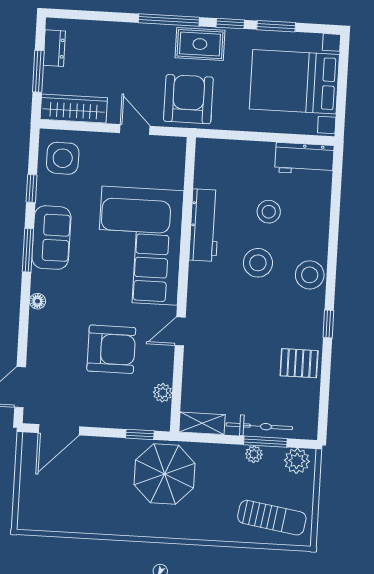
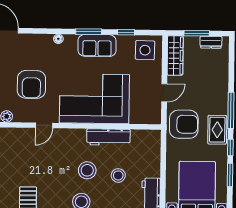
door: (180, 331) -> (44, 125), swing flipped

